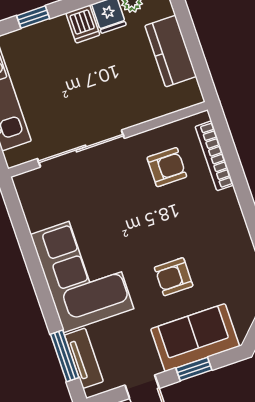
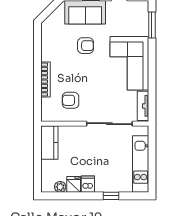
kitchen counter: (171, 51) -> (49, 143), moved
bookcase: (214, 156) -> (46, 80), moved
tv unit: (84, 358) -> (143, 106), moved

